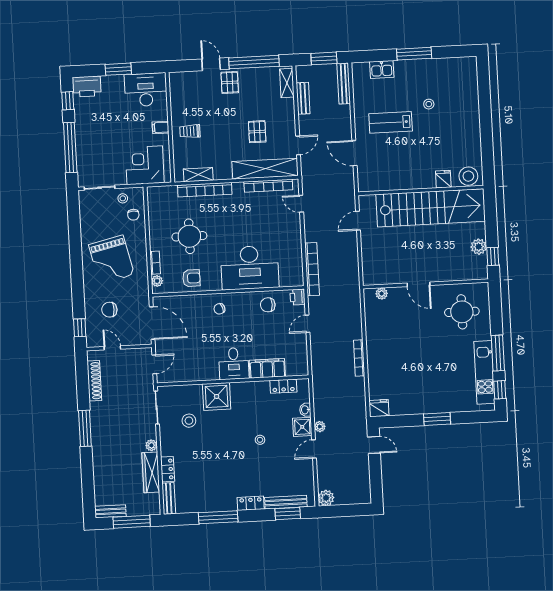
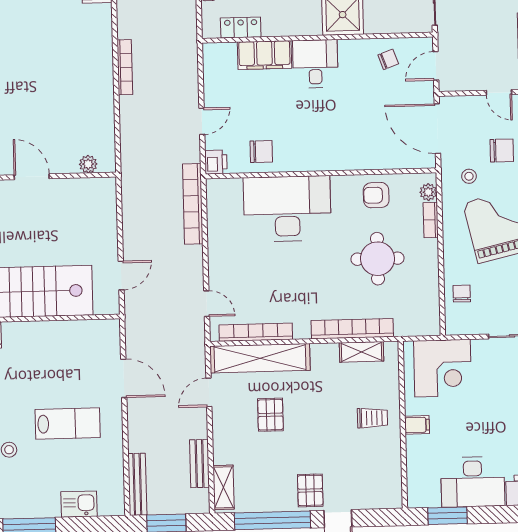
window: (118, 69) -> (448, 516), moved
desk: (146, 90) -> (473, 482), moved
stool: (123, 198) -> (469, 176), moved
chair: (219, 309) -> (388, 59), moved

